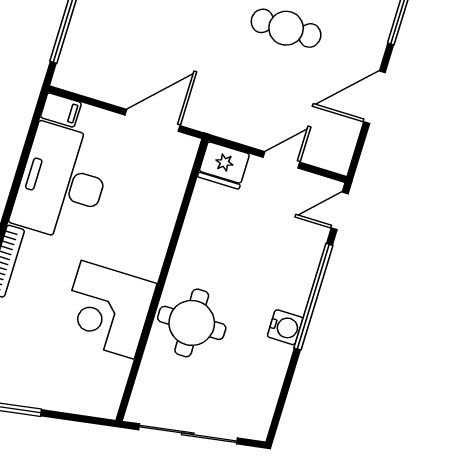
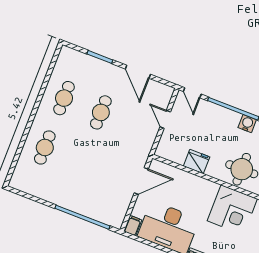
door: (153, 120) -> (141, 181), swing flipped
fridge: (223, 165) -> (197, 162), moved, turned -90

